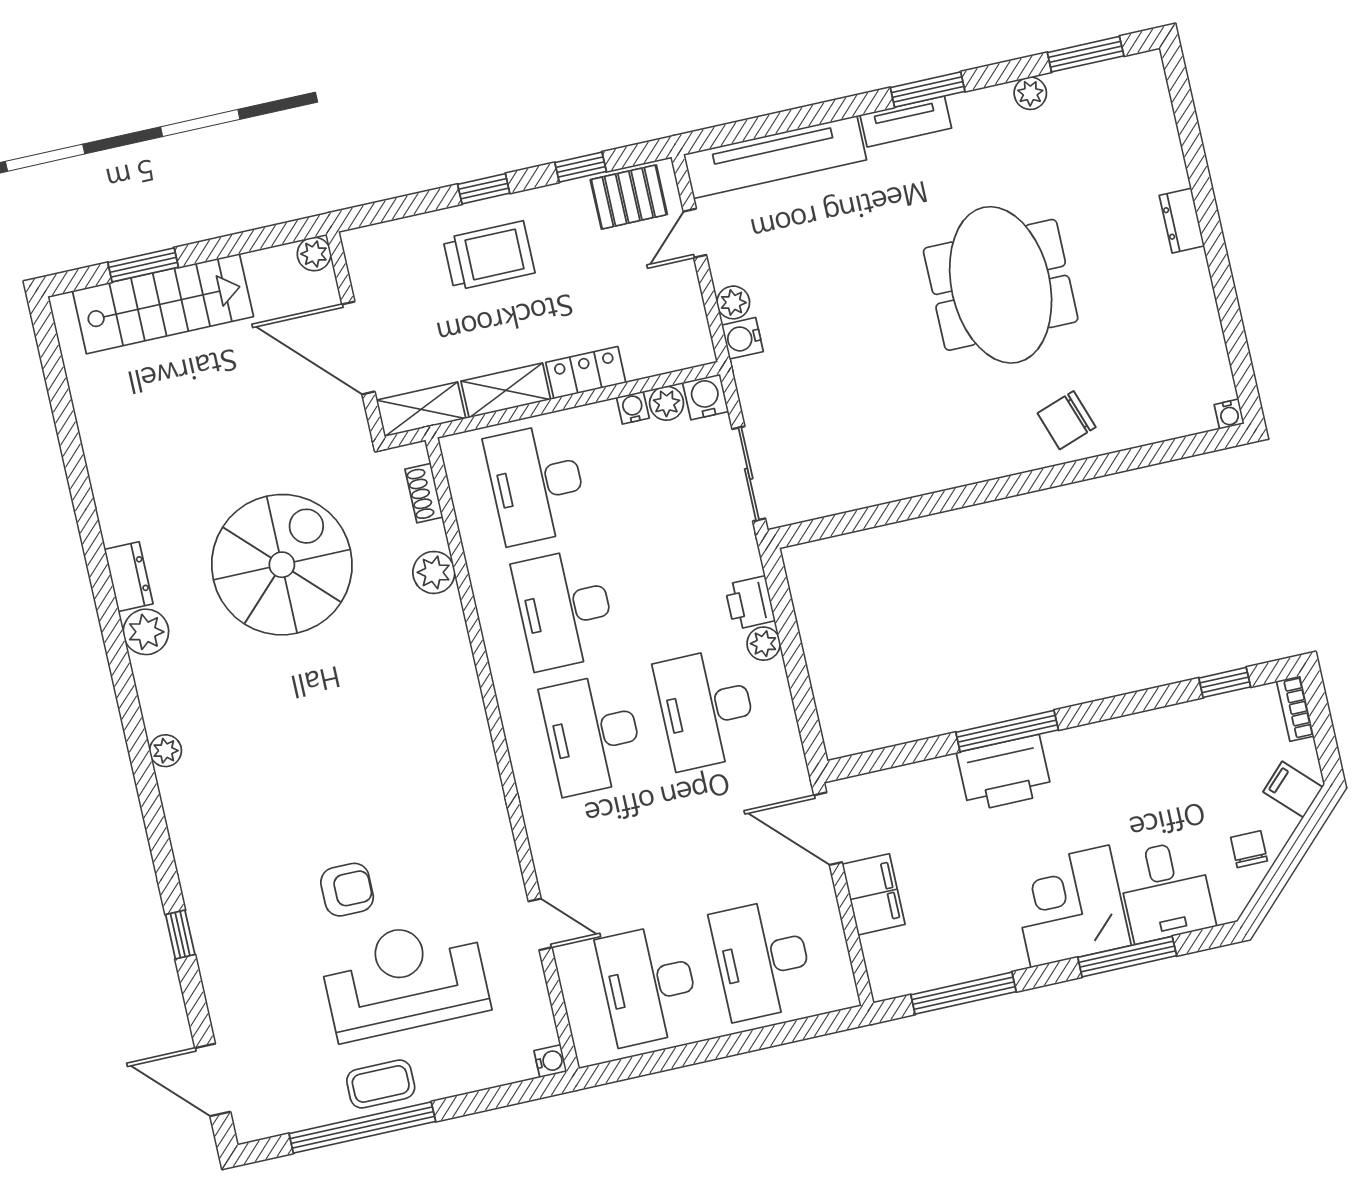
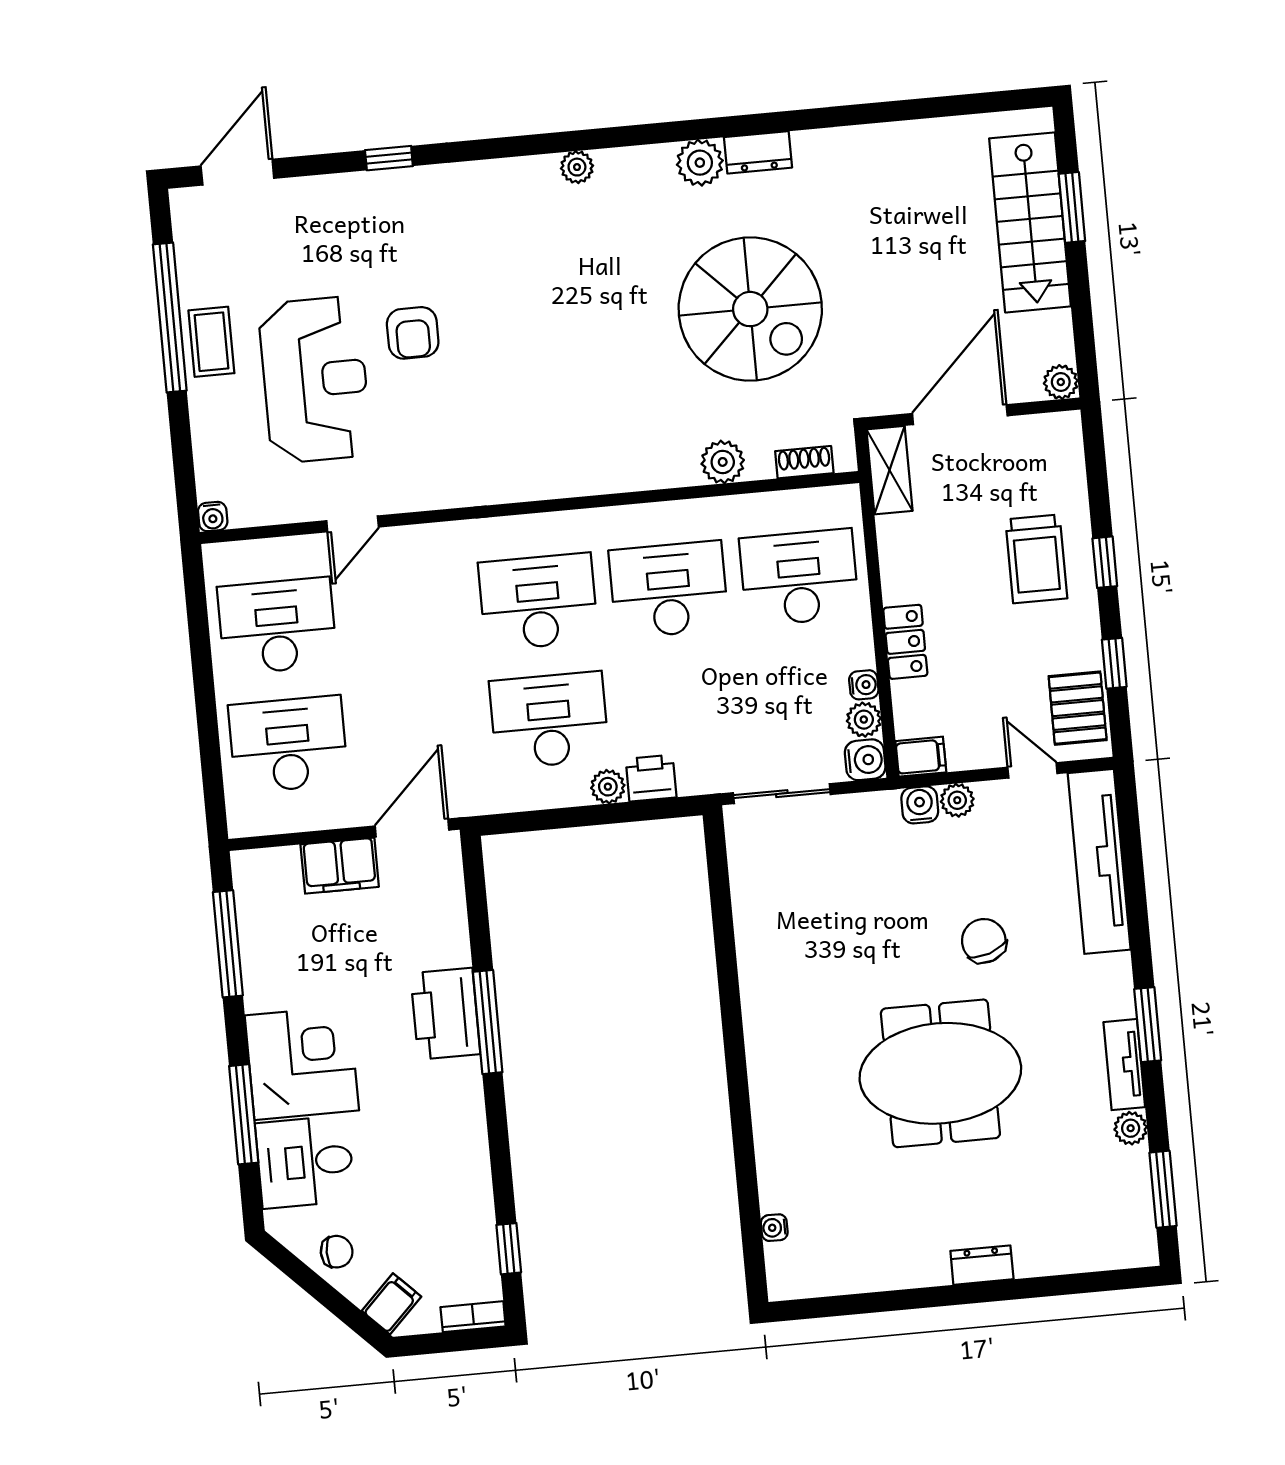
tv unit: (906, 121) -> (1124, 1065), moved
filing cabinet: (695, 343) -> (921, 757), added
shelving: (506, 390) -> (898, 558), removed
water cooler: (1229, 414) -> (774, 1228), moved
chair: (1067, 420) -> (984, 941), moved

